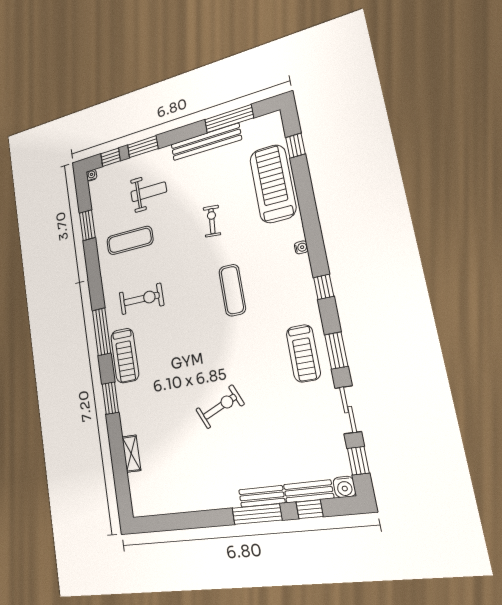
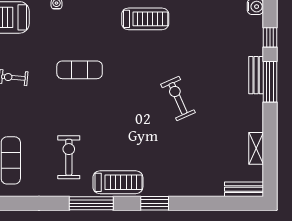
shelving: (131, 454) -> (256, 148), moved, turned 90
bench: (309, 491) -> (244, 189), moved, turned 90

